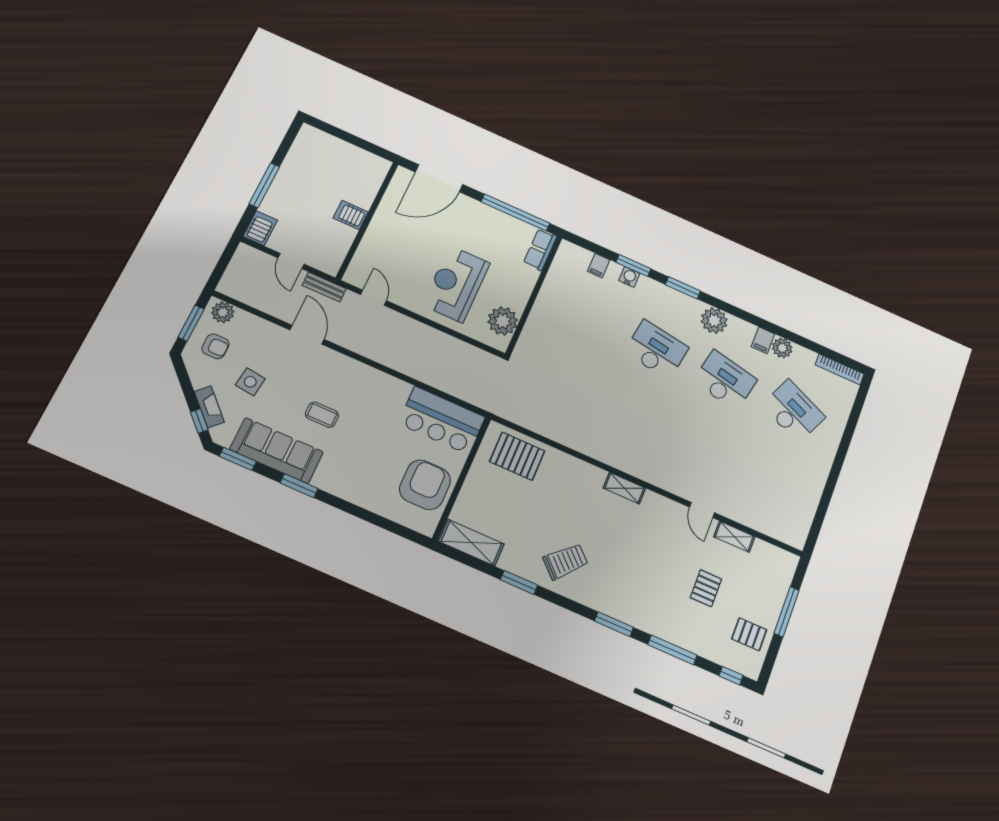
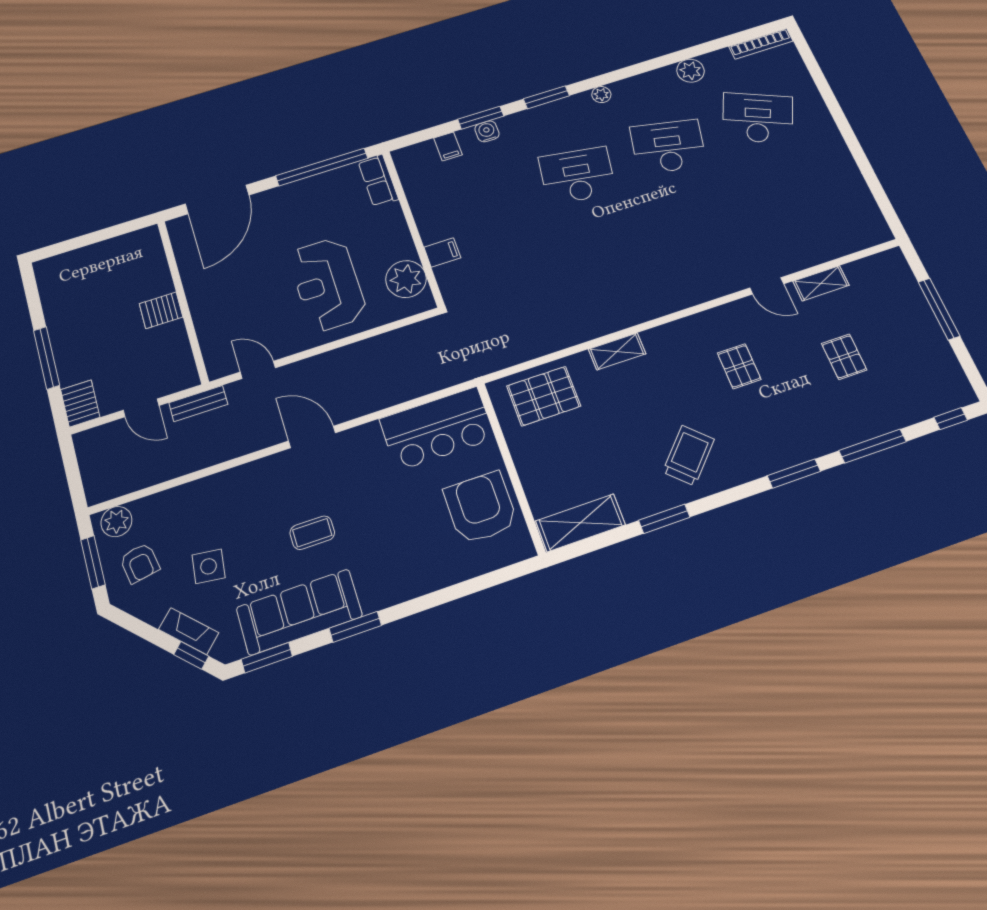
plant: (714, 321) -> (601, 95), width x0.53, depth x0.53
door: (307, 335) -> (312, 437), moved
filing cabinet: (763, 340) -> (442, 252), moved, turned -90
armchair: (215, 346) -> (140, 563), turned 80
shelving: (624, 488) -> (617, 351), moved
pallet: (749, 634) -> (739, 366), moved, turned 90

